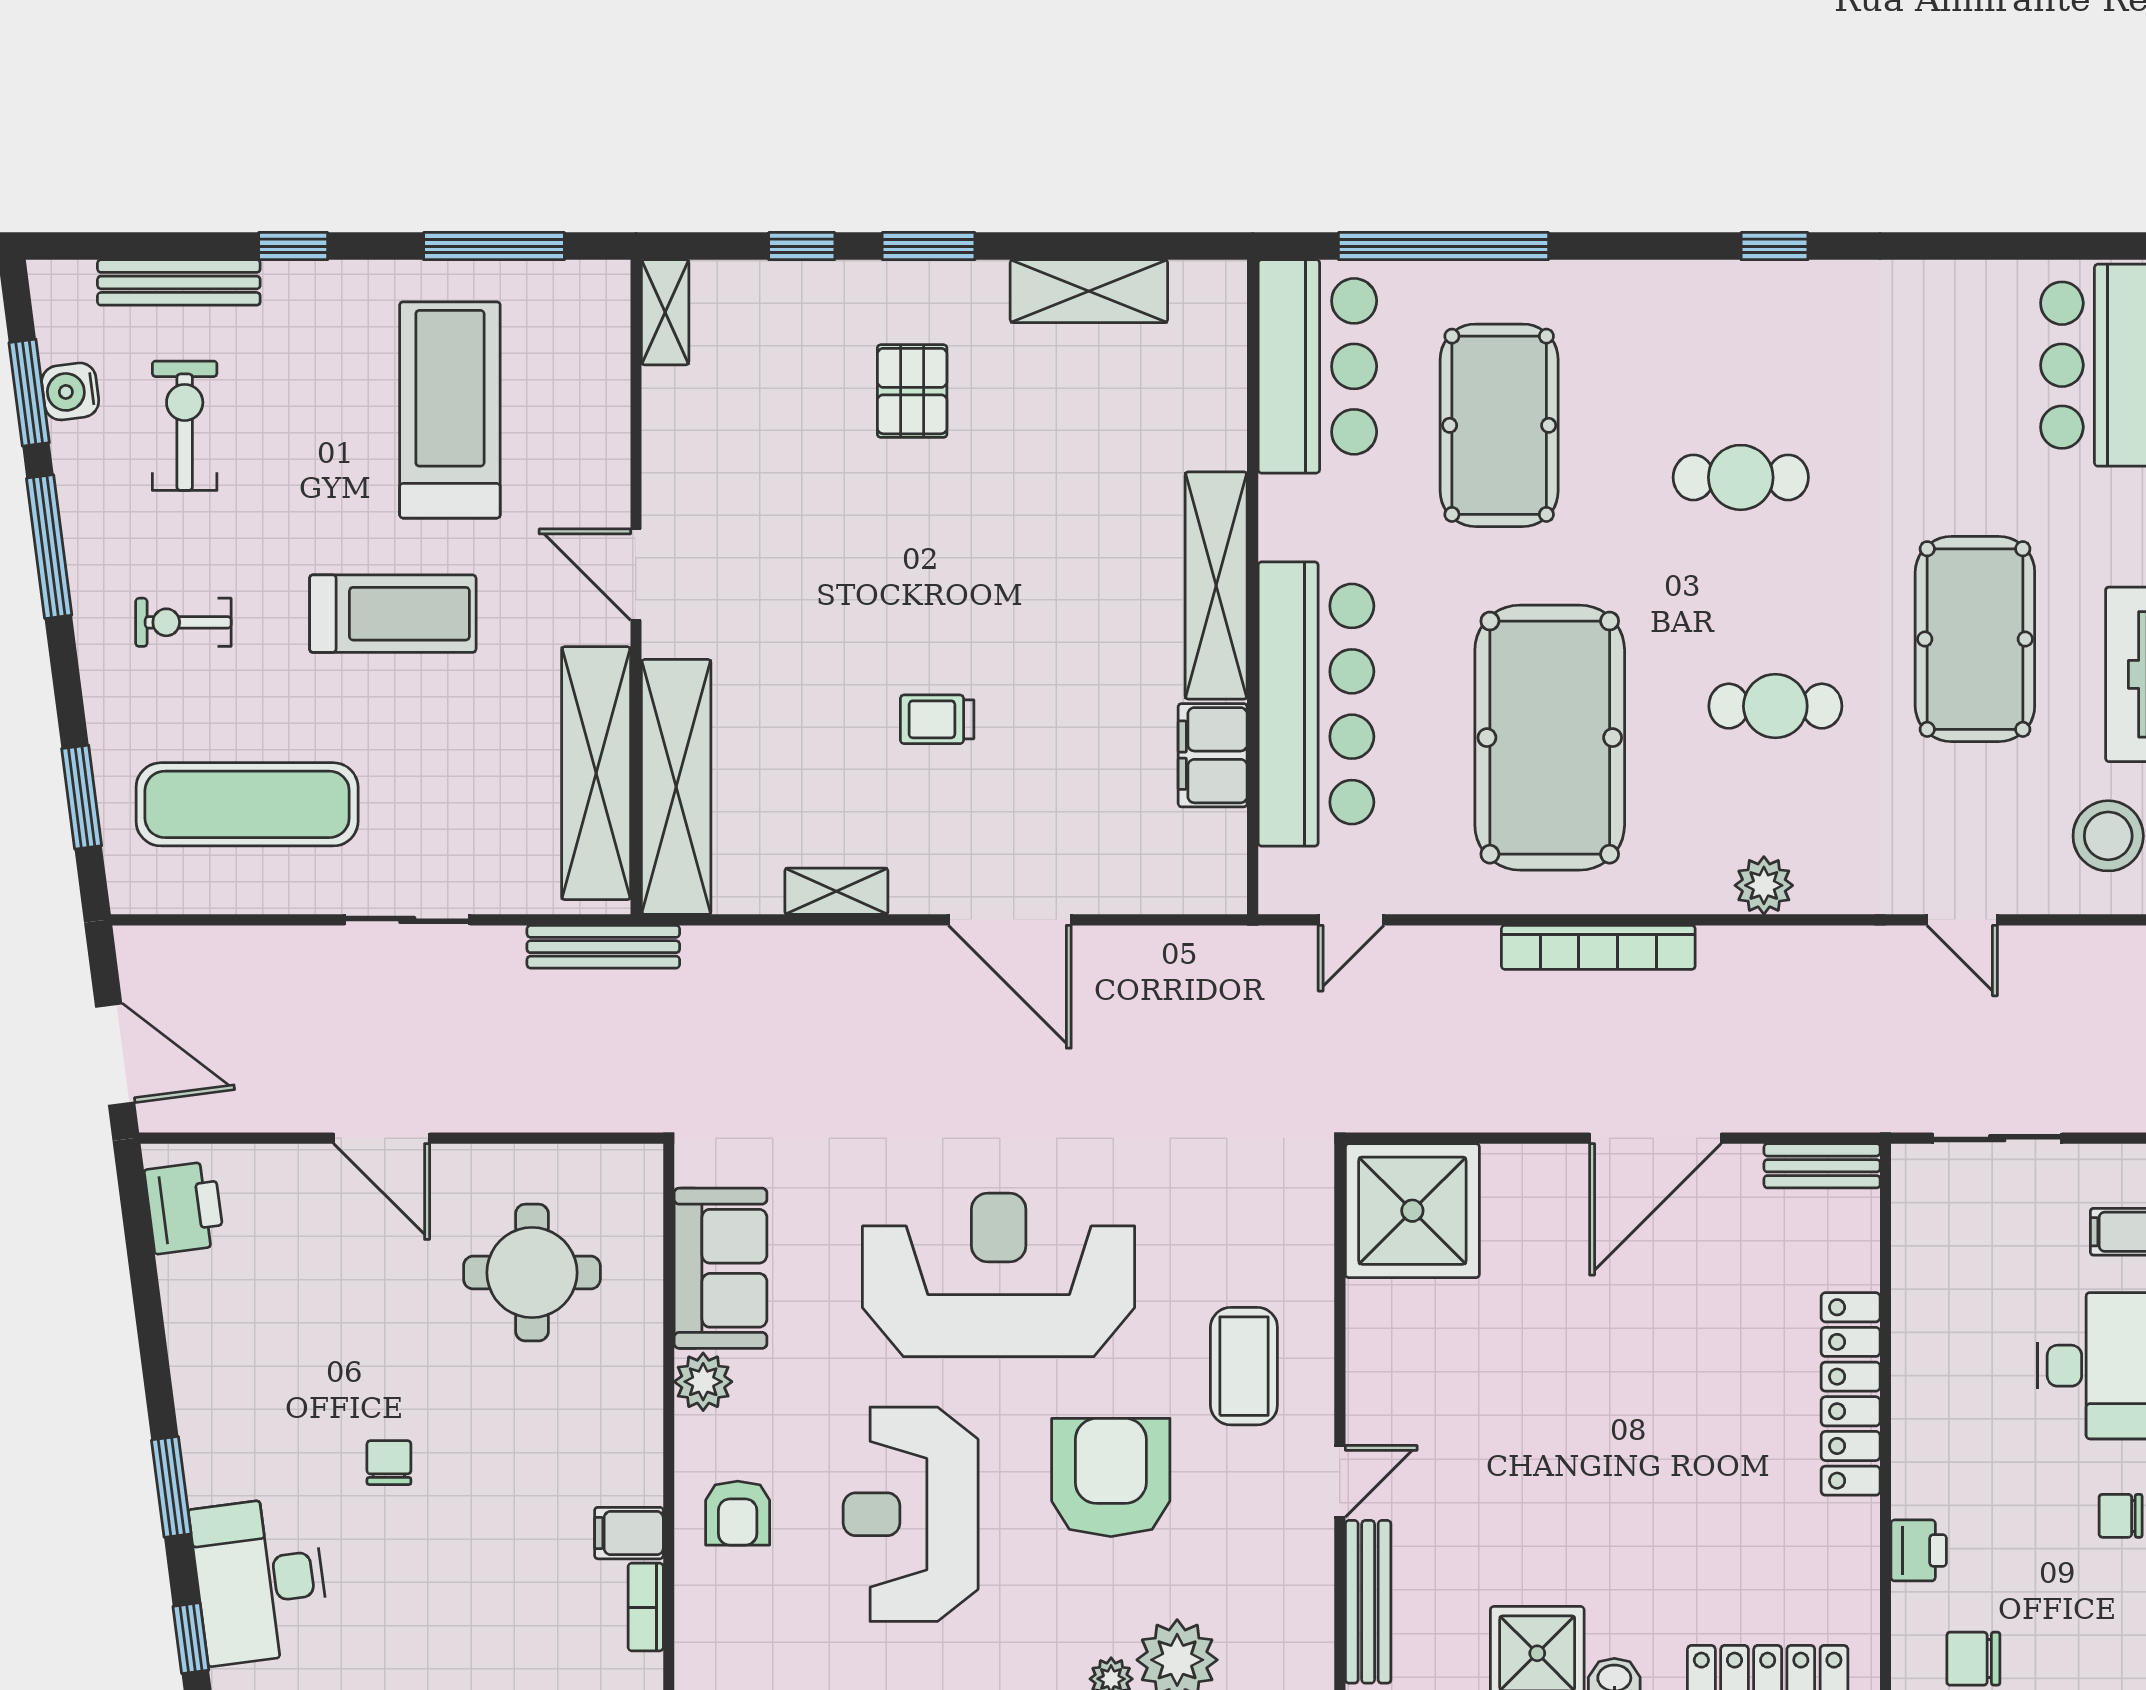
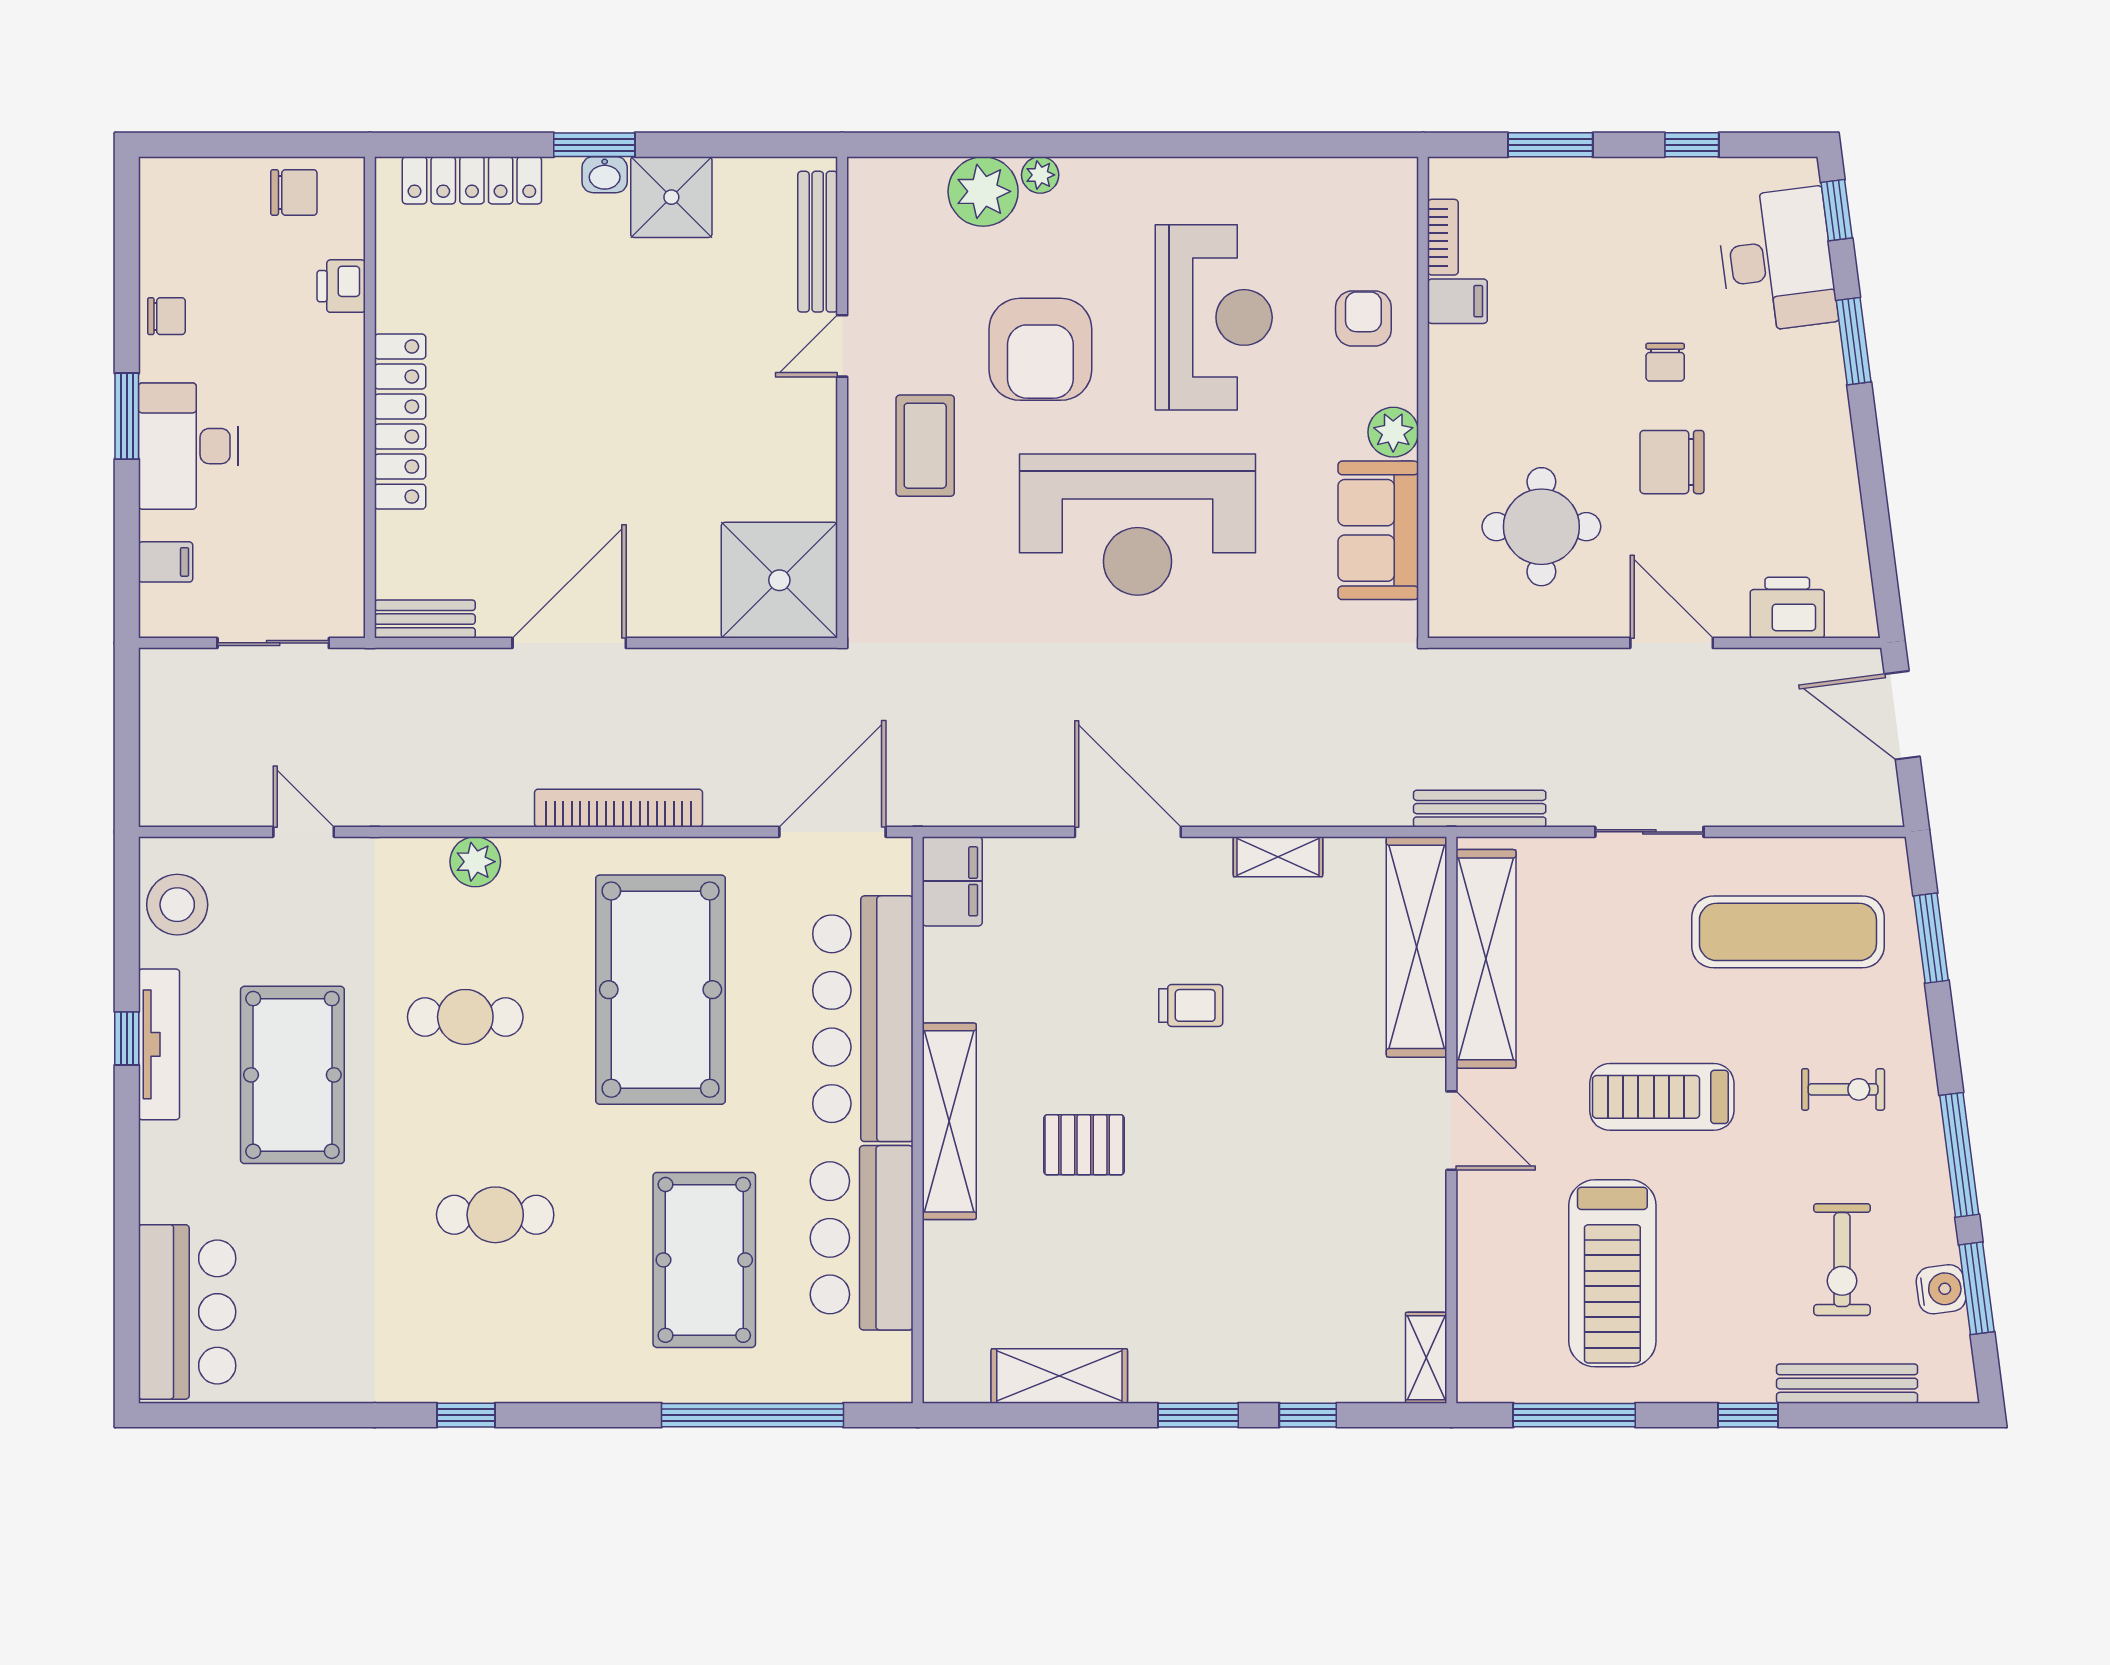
bar counter: (1317, 366) -> (862, 1238), moved
pallet: (912, 391) -> (1084, 1145), moved, turned 90
filing cabinet: (1213, 755) -> (952, 881), moved
door: (1351, 920) -> (832, 832), width x1.88
printer: (184, 1208) -> (1787, 608), moved, turned 97
chair: (381, 1347) -> (1672, 462), added

